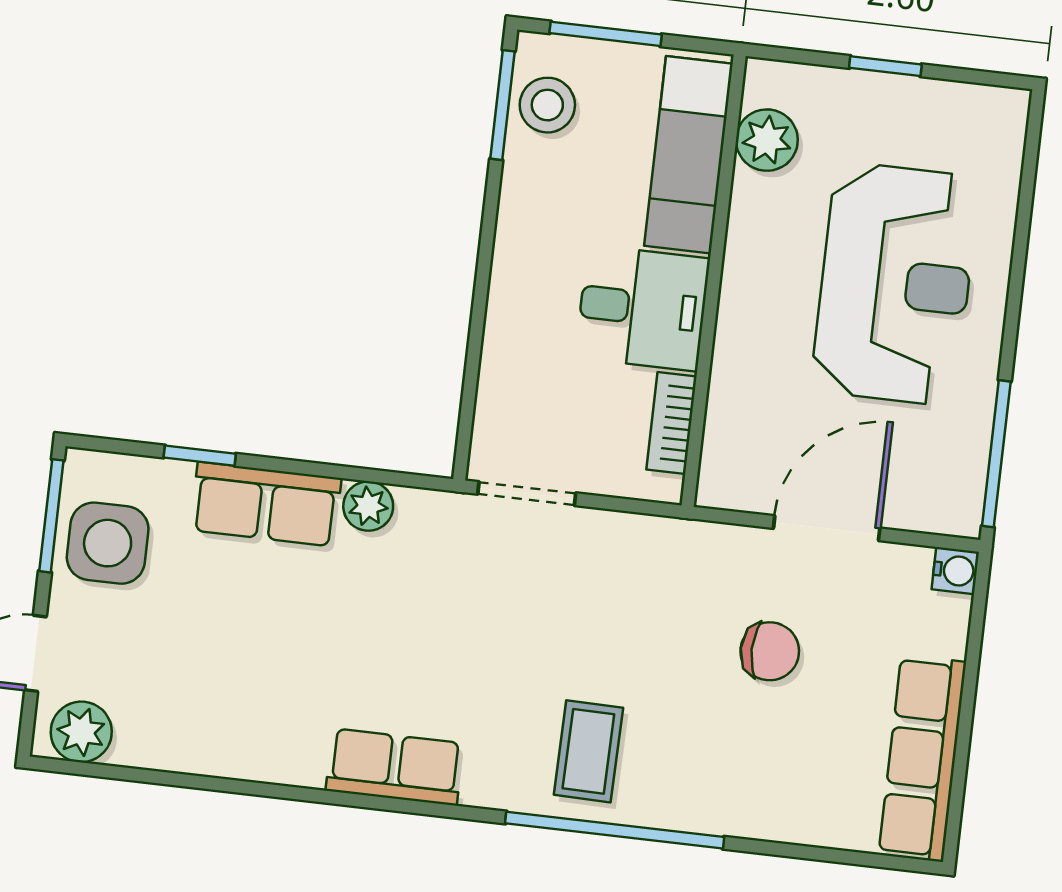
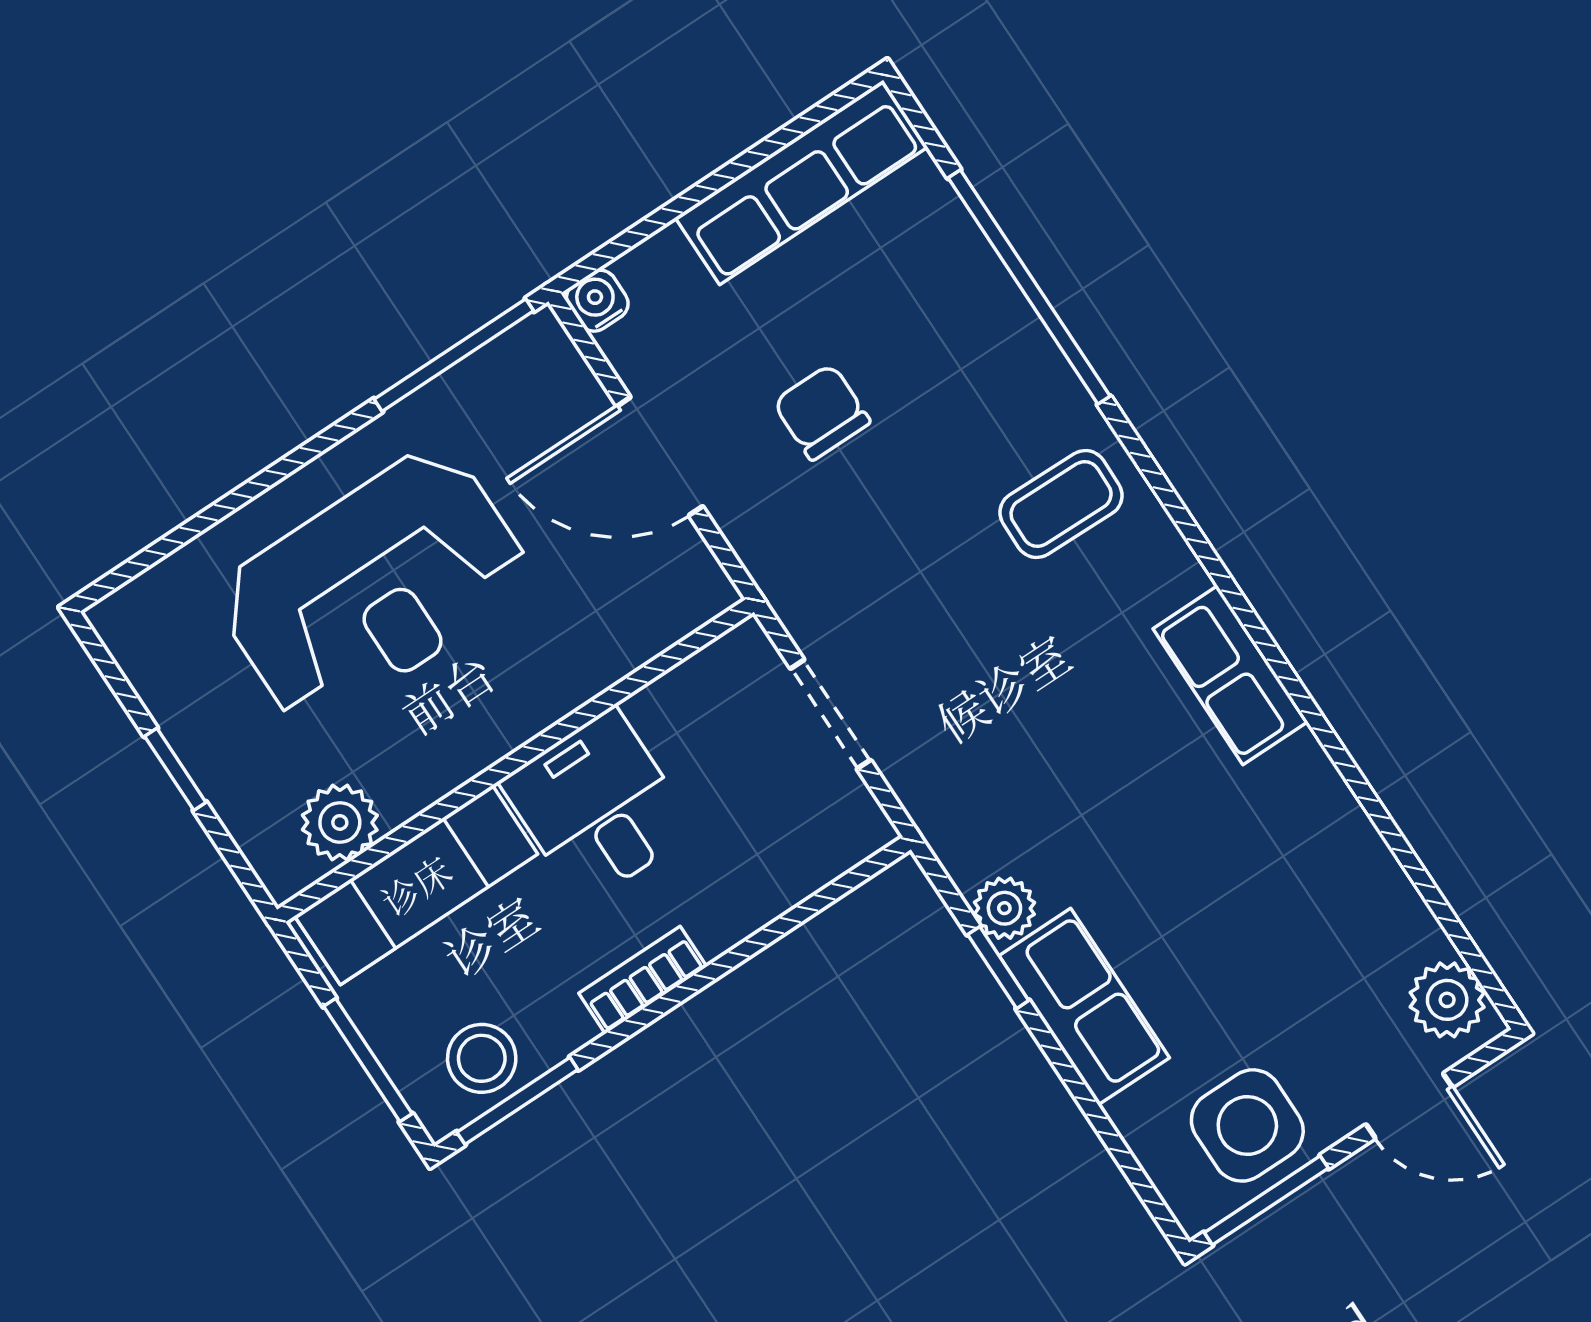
reception desk: (895, 284) -> (374, 586), turned 180
bookcase: (671, 423) -> (643, 980), moved, turned 180
window: (200, 456) -> (998, 968), moved
doorway: (527, 494) -> (831, 714), moved
window: (615, 830) -> (1029, 287), moved

